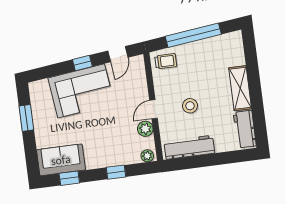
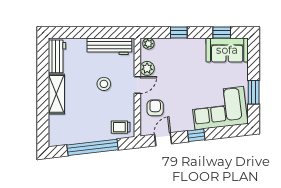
armchair: (131, 87) -> (155, 108), added
corner sofa: (81, 91) -> (219, 108), moved

